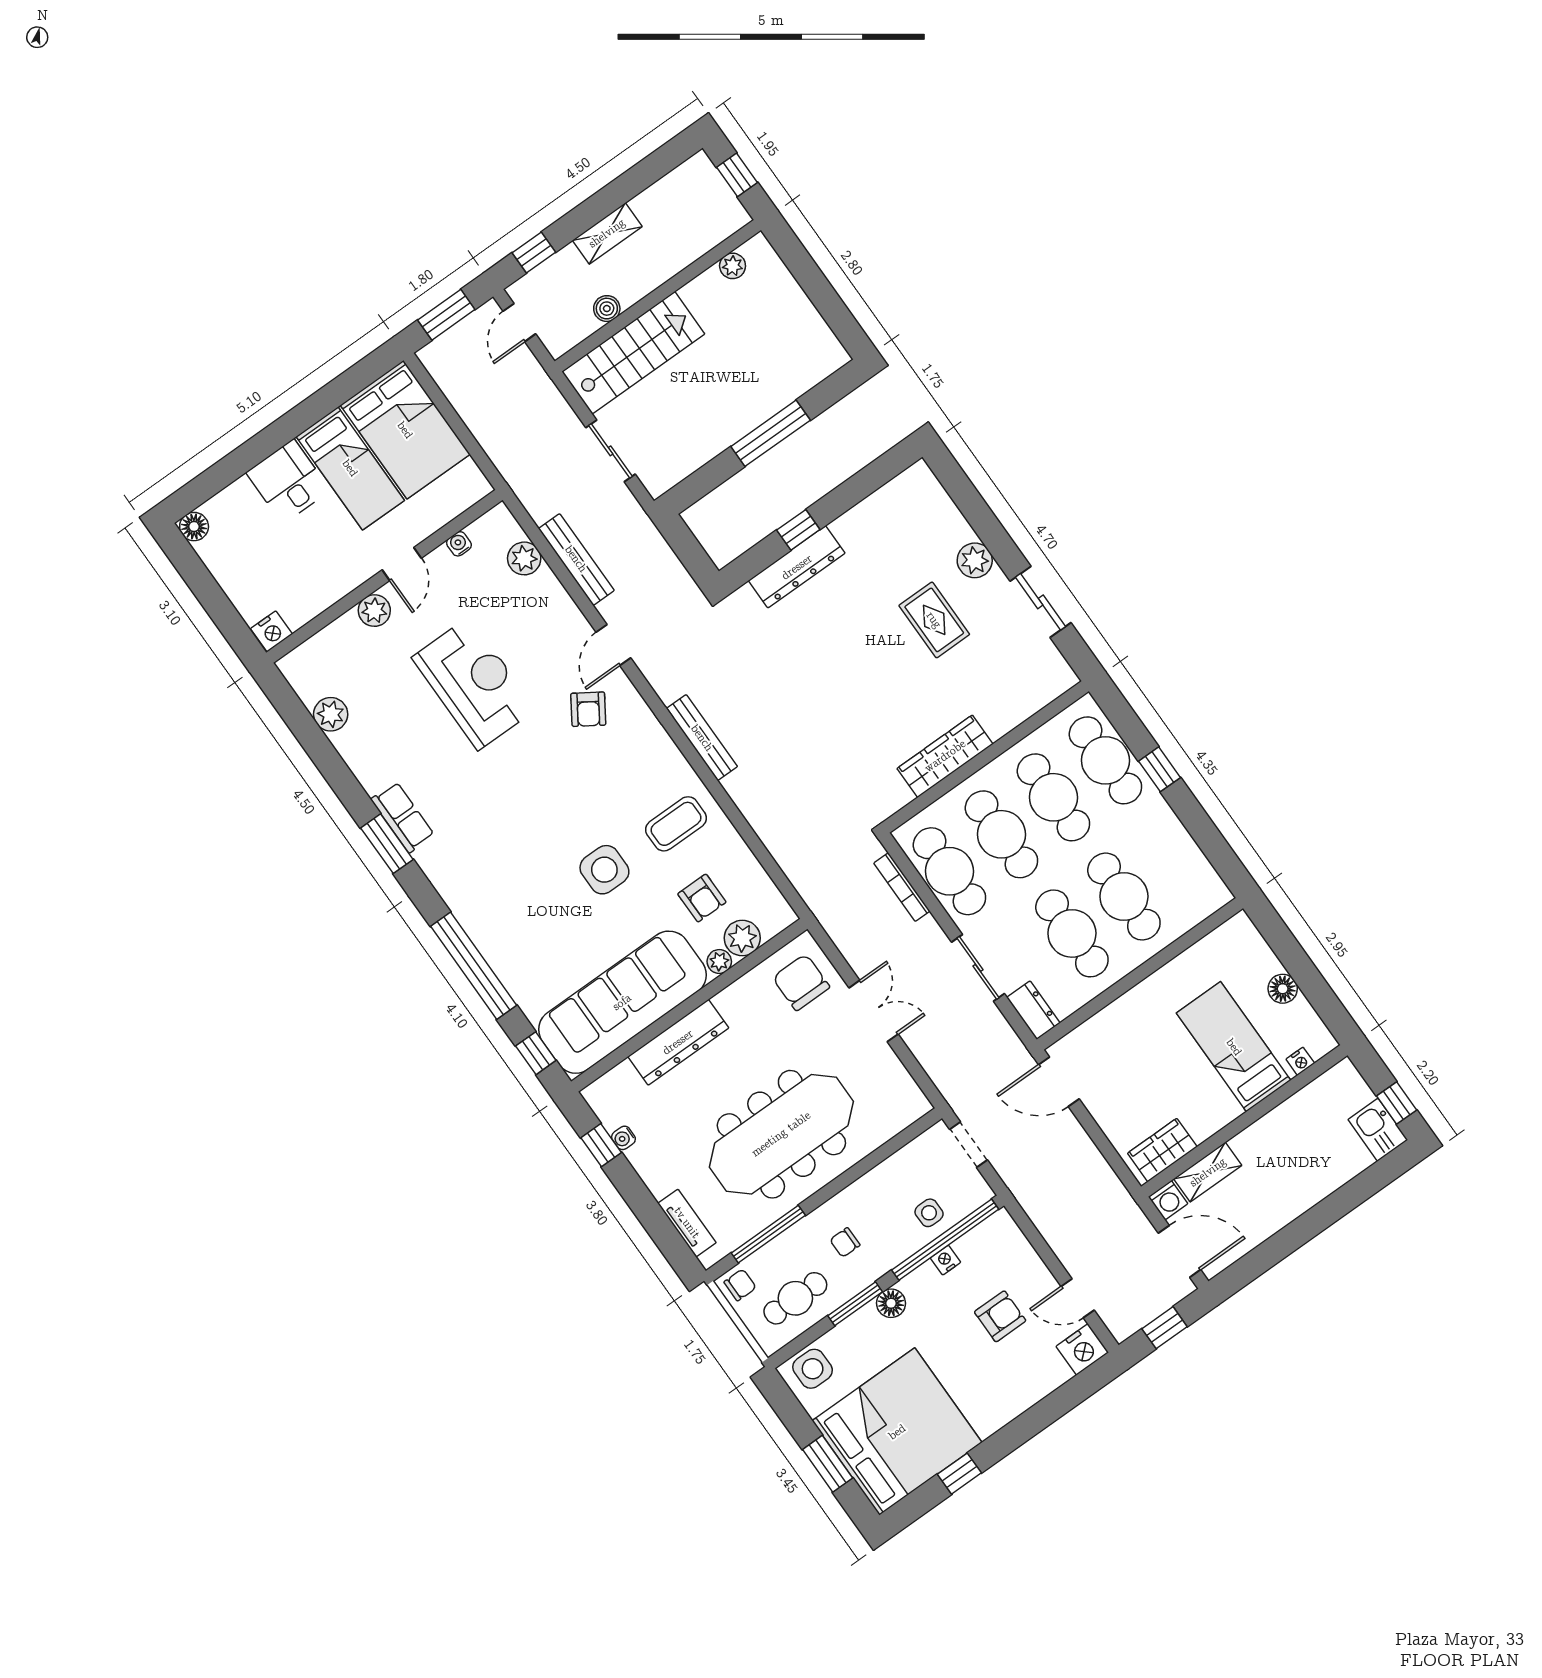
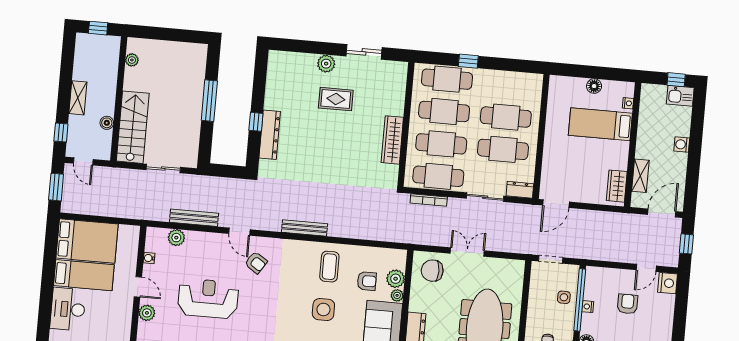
desk: (288, 481) -> (68, 309), width x1.37
washing machine: (1168, 1200) -> (682, 144), moved, turned 180

